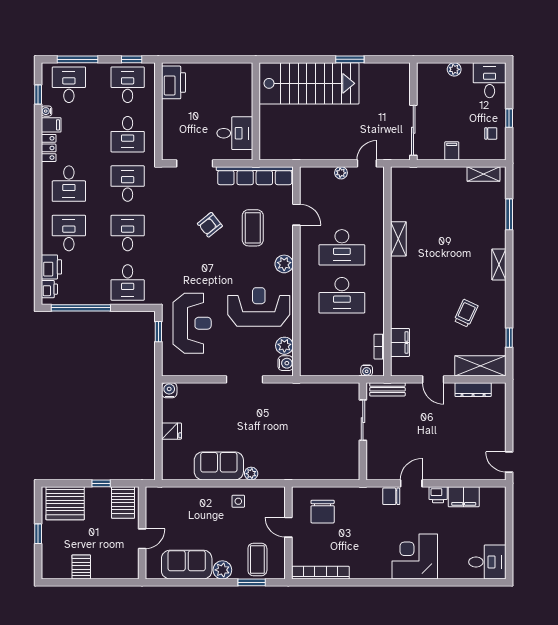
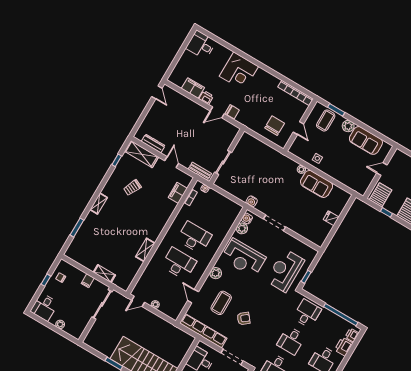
shelving: (483, 174) -> (104, 274), moved
water cooler: (169, 390) -> (252, 201), moved

